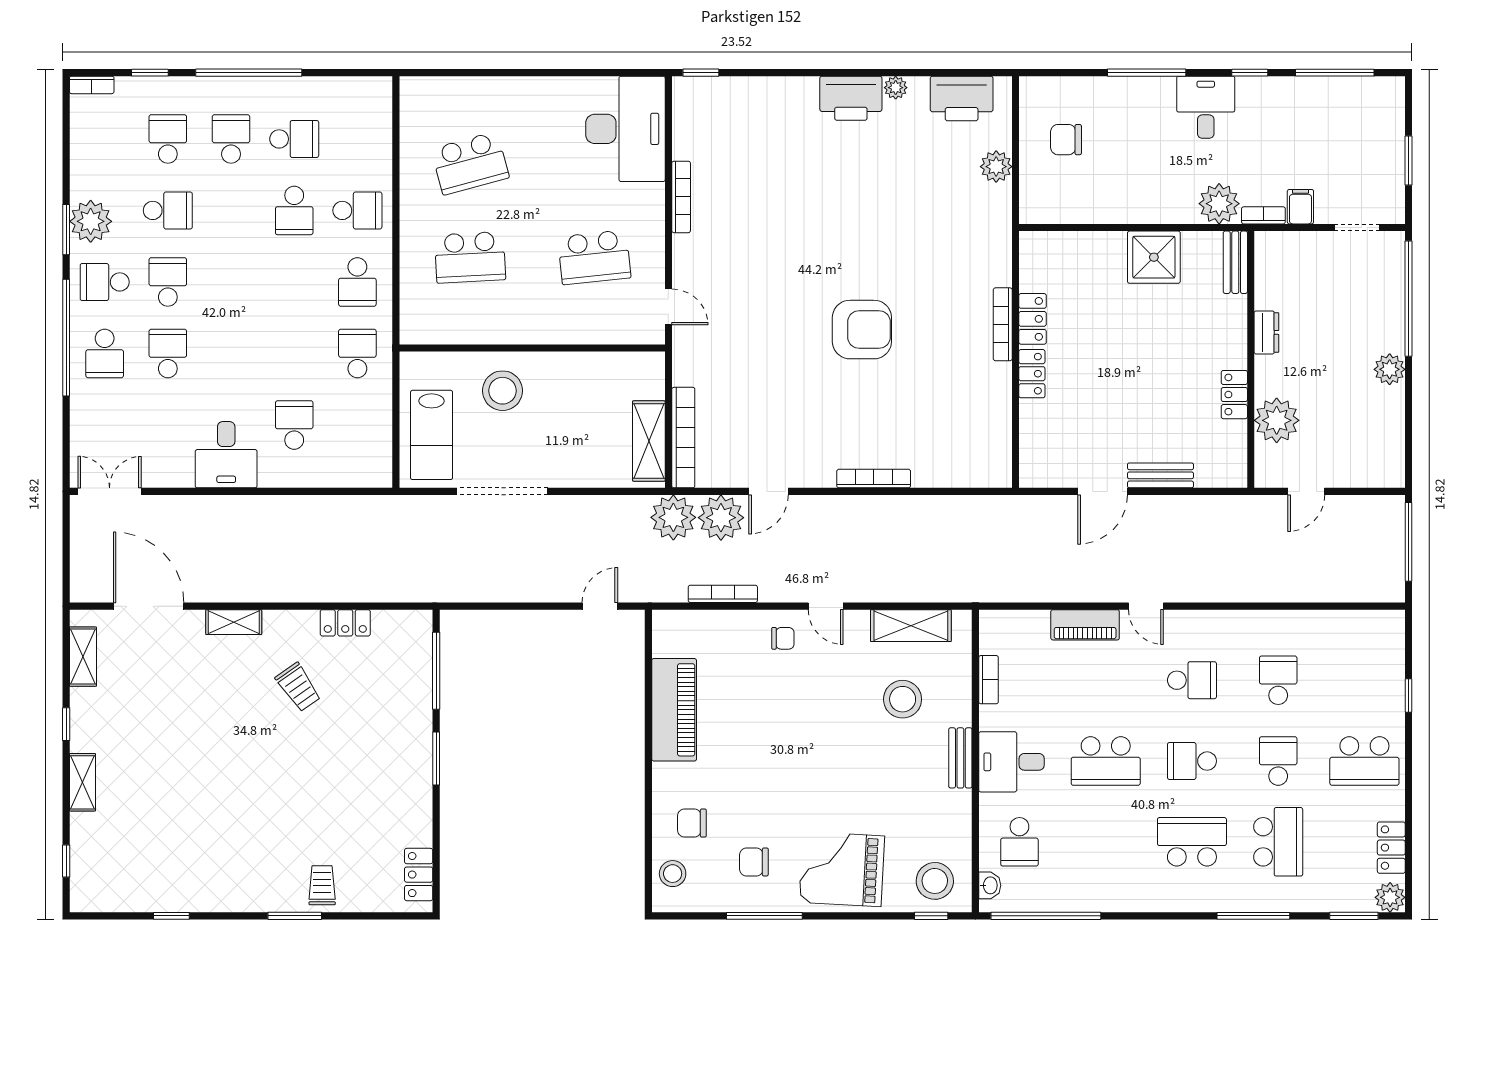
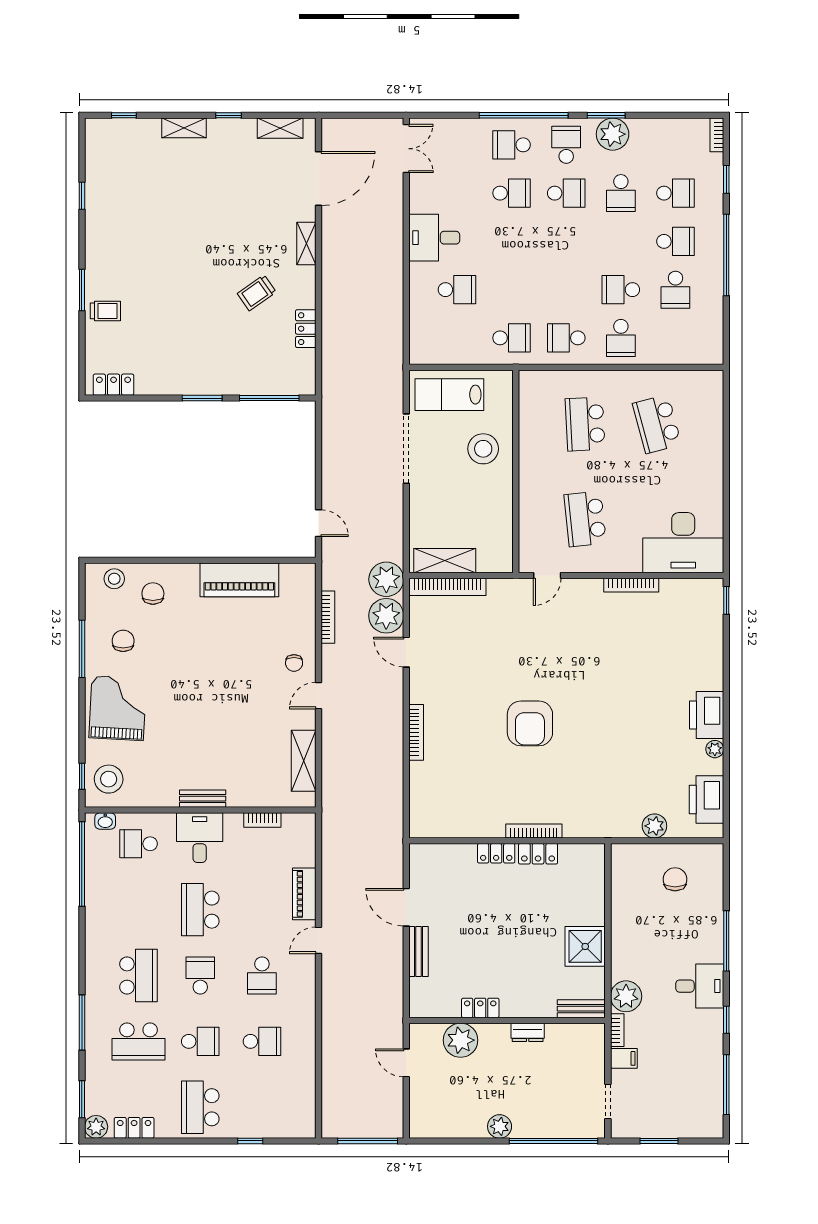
stool: (903, 699) -> (247, 754), removed

